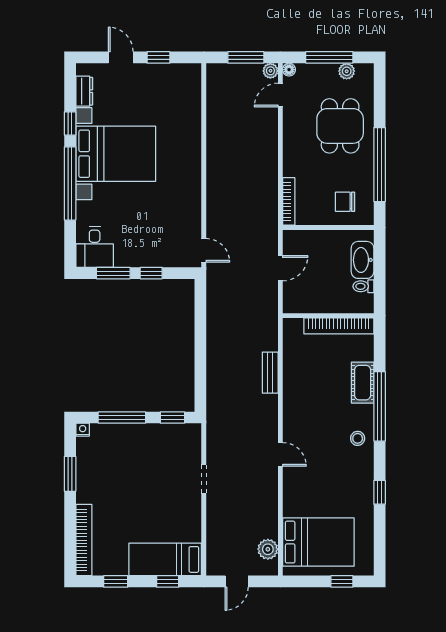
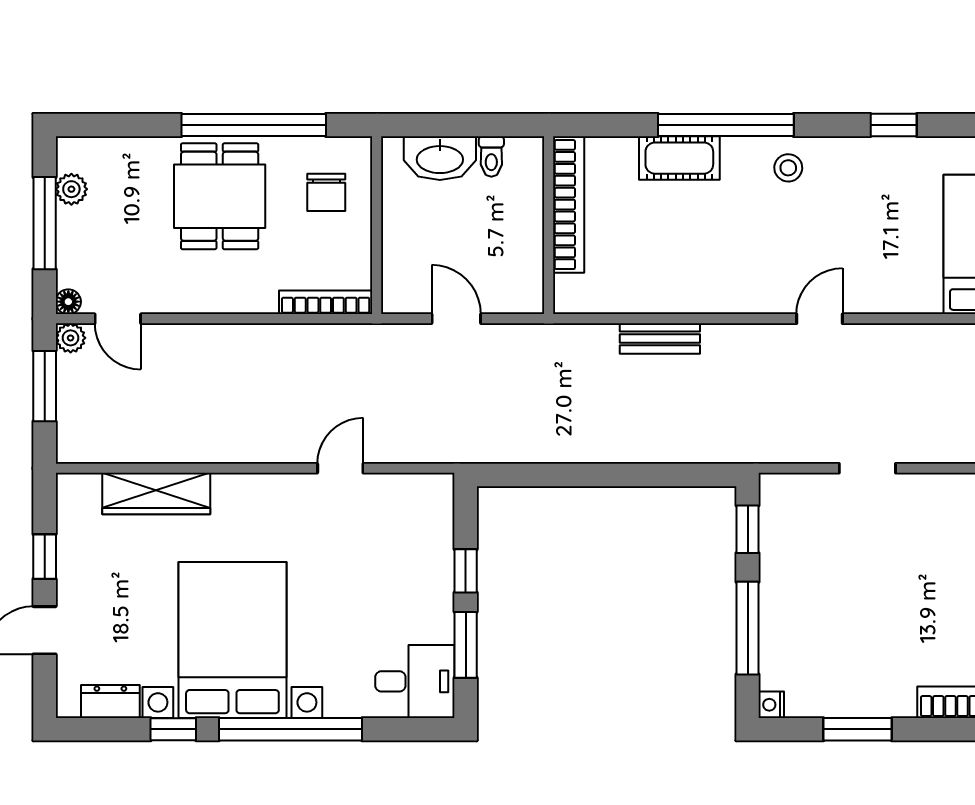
wardrobe: (191, 115) -> (156, 494), added
dining table: (340, 126) -> (220, 196), moved, turned 90
door: (204, 250) -> (340, 468), moved

